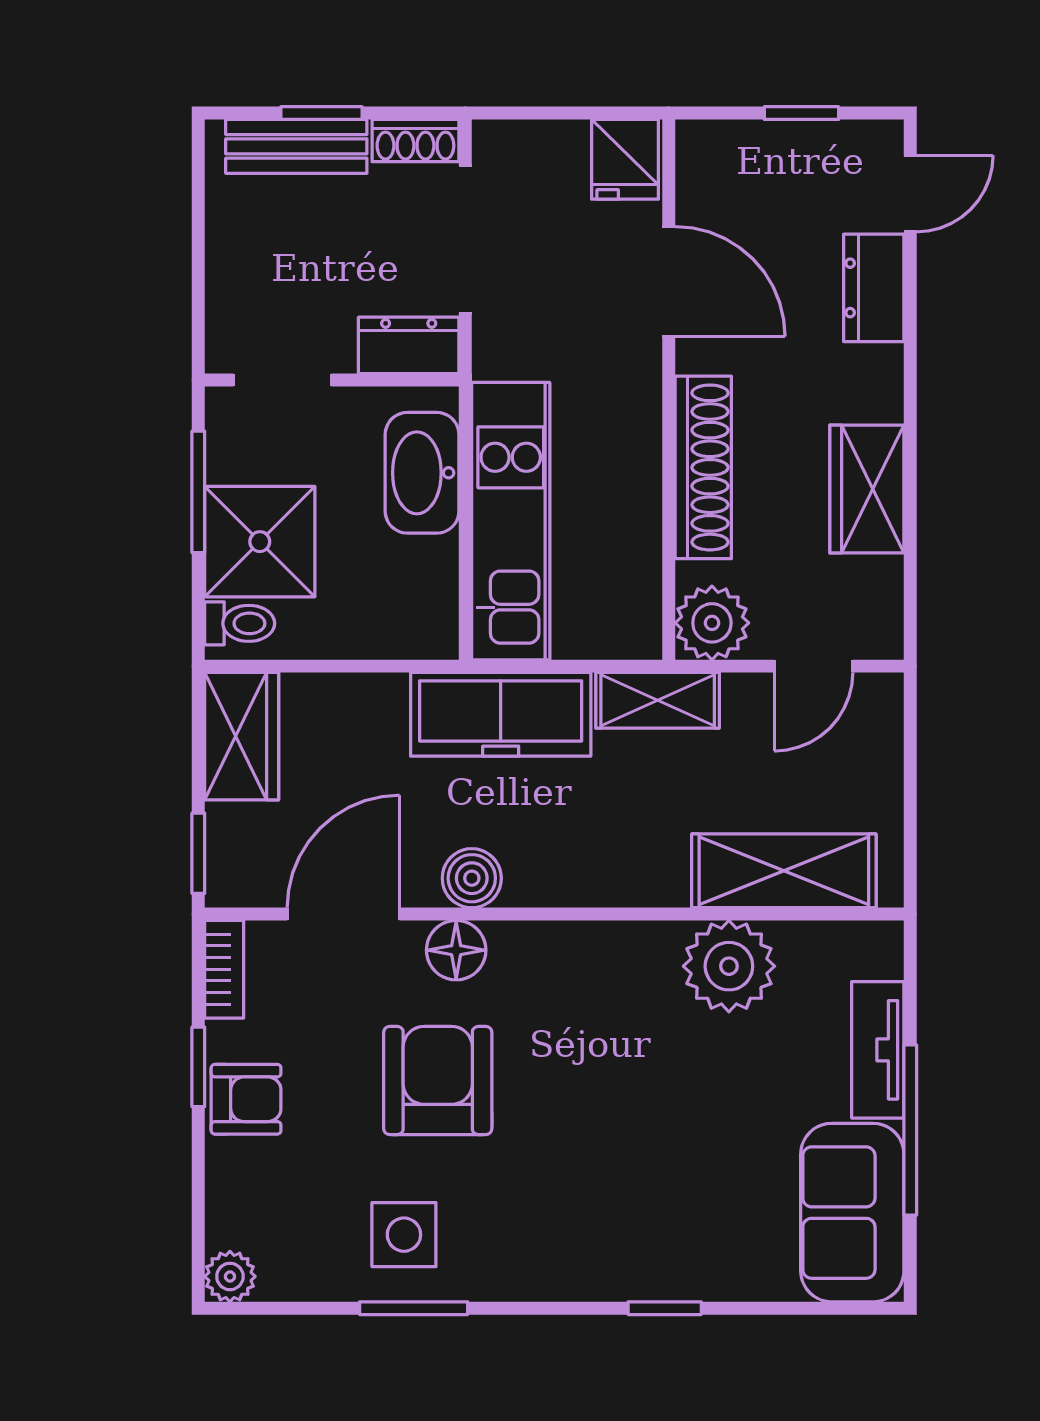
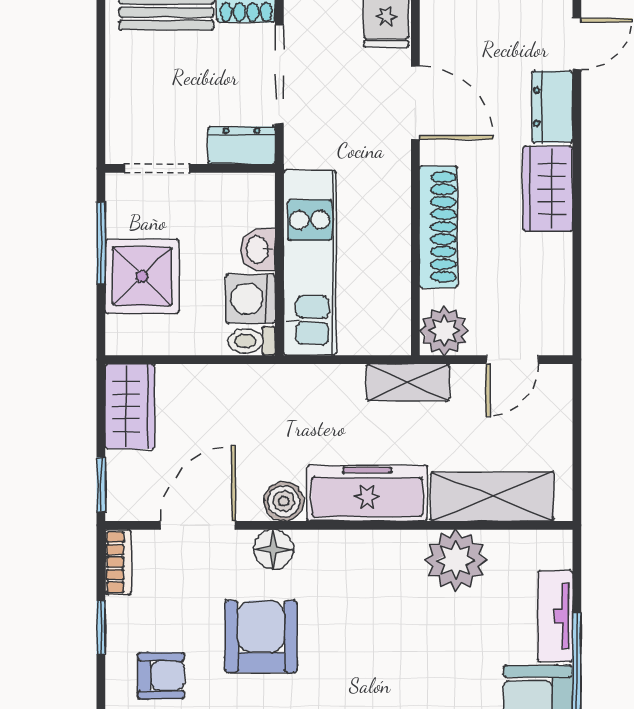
washbasin: (422, 473) -> (258, 250), width x0.52, depth x0.69
wardrobe: (867, 489) -> (548, 189), moved
washing machine: (422, 575) -> (251, 299), added
toilet: (240, 623) -> (252, 341), moved, turned 180
freezer: (501, 714) -> (367, 493), moved, turned 180
armchair: (246, 1099) -> (161, 676), moved

